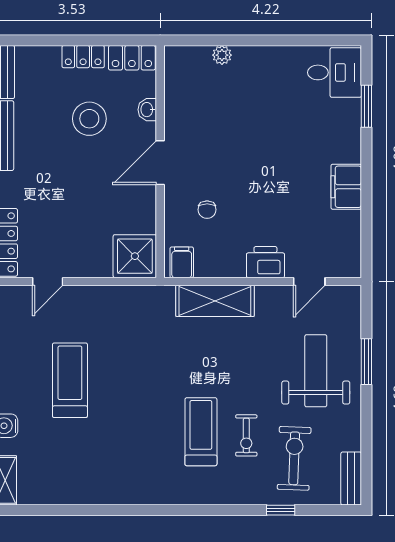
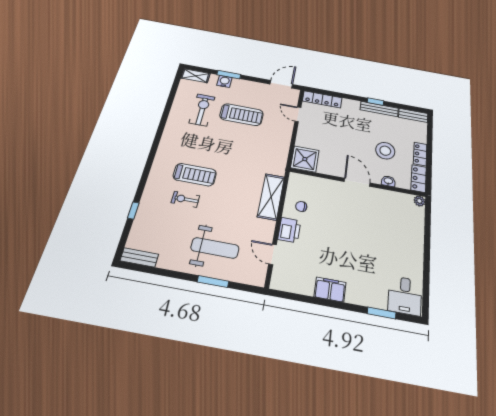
plant: (222, 55) -> (419, 201), moved
chair: (207, 210) -> (301, 206), moved
filing cabinet: (182, 262) -> (297, 183), removed
exercise bike: (294, 458) -> (202, 110), moved, turned -92

